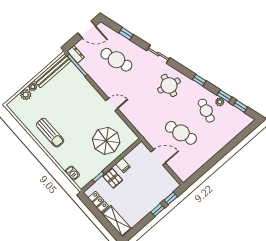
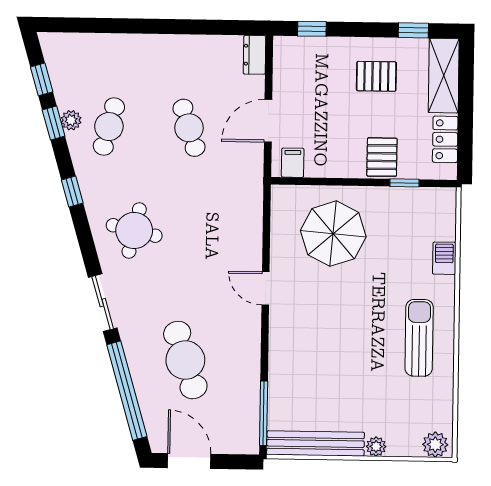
window: (126, 34) -> (127, 391), width x3.17
dresser: (76, 54) -> (255, 55), moved
plant: (26, 95) -> (435, 445), moved
cafe table: (181, 133) -> (189, 128), width x0.73, depth x0.74
door: (158, 157) -> (268, 121), hinge flipped
filing cabinet: (123, 165) -> (293, 163), moved
barbecue: (72, 173) -> (444, 258), moved
pallet: (137, 202) -> (376, 76), added
window: (158, 210) -> (413, 30), moved

